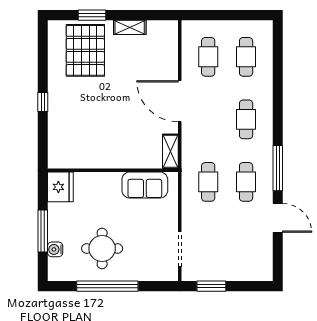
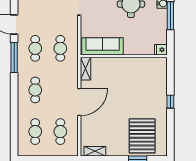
shelving: (130, 27) -> (95, 151), moved
door: (180, 101) -> (79, 102), hinge flipped
sofa: (145, 185) -> (103, 46), width x1.36
fridge: (60, 187) -> (161, 50), width x0.53, depth x0.75

